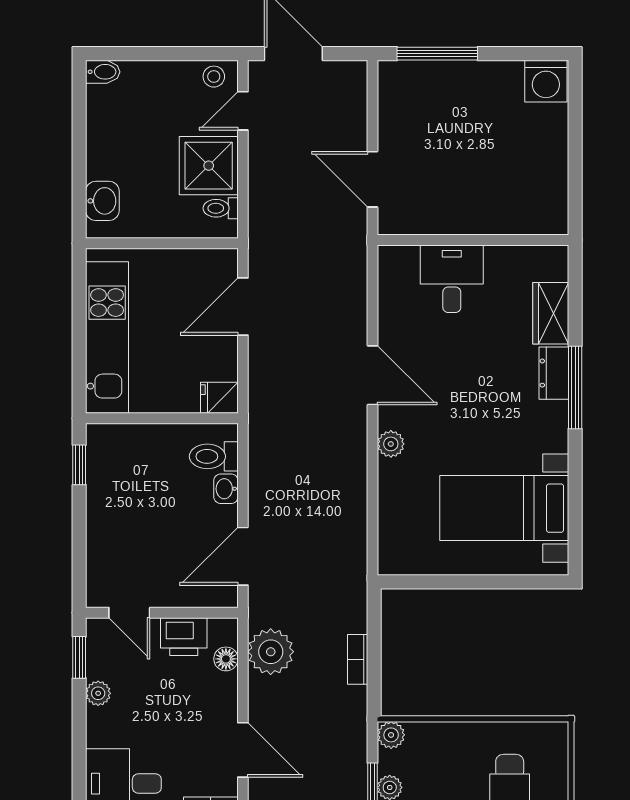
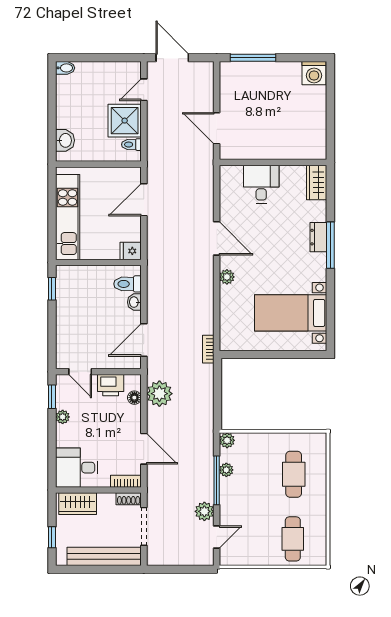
stool: (214, 77) -> (127, 71), removed
wardrobe: (551, 313) -> (317, 182), moved
bookcase: (358, 659) -> (208, 349), moved

